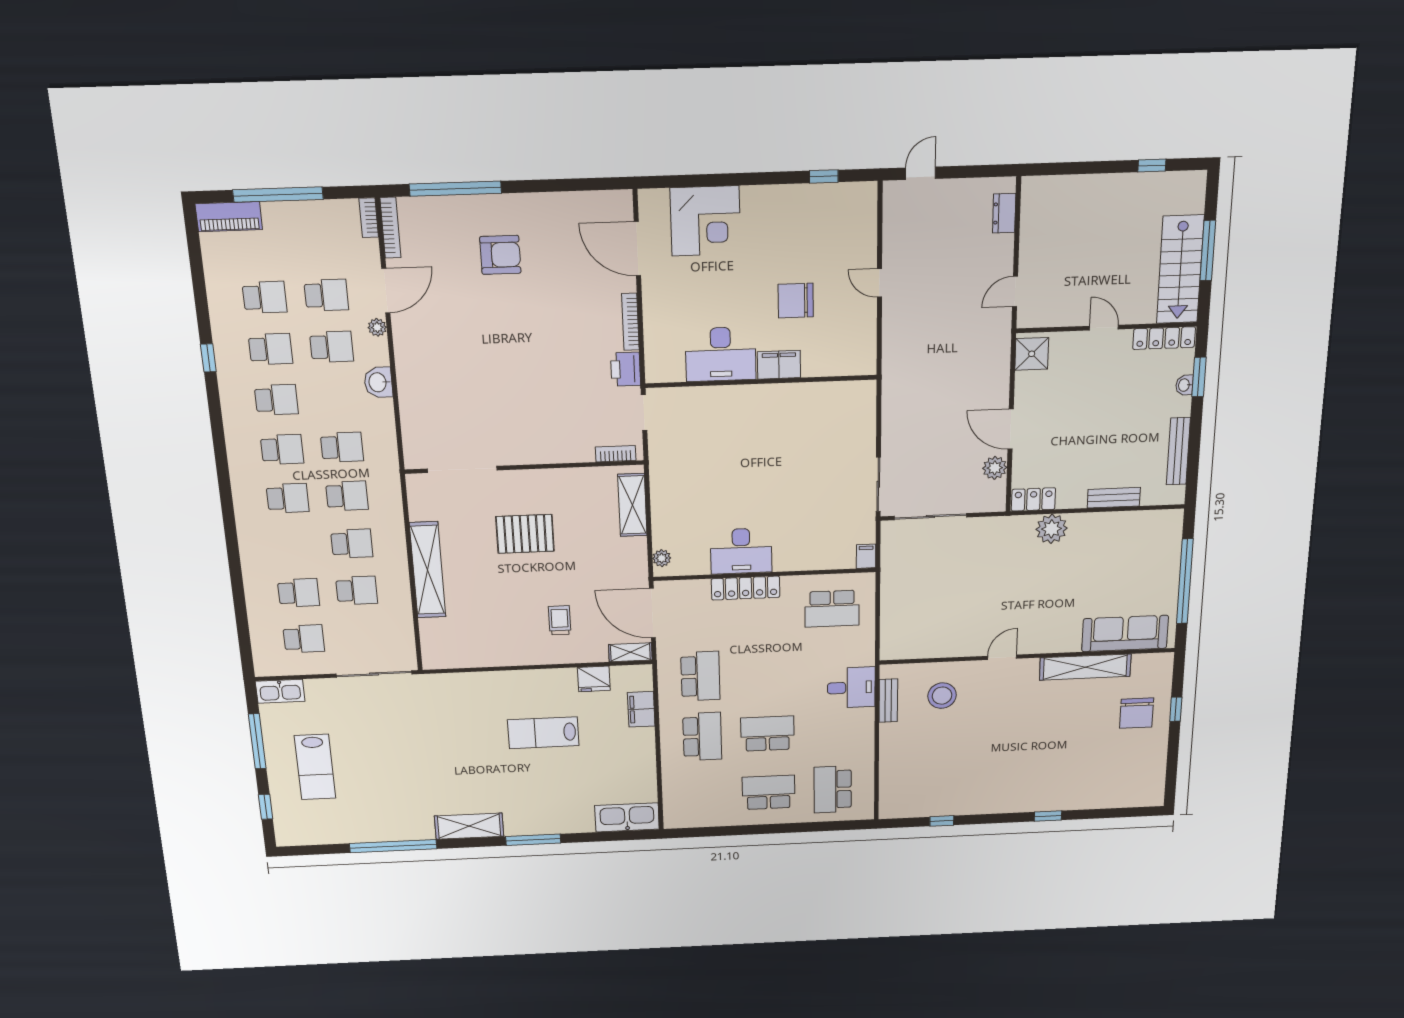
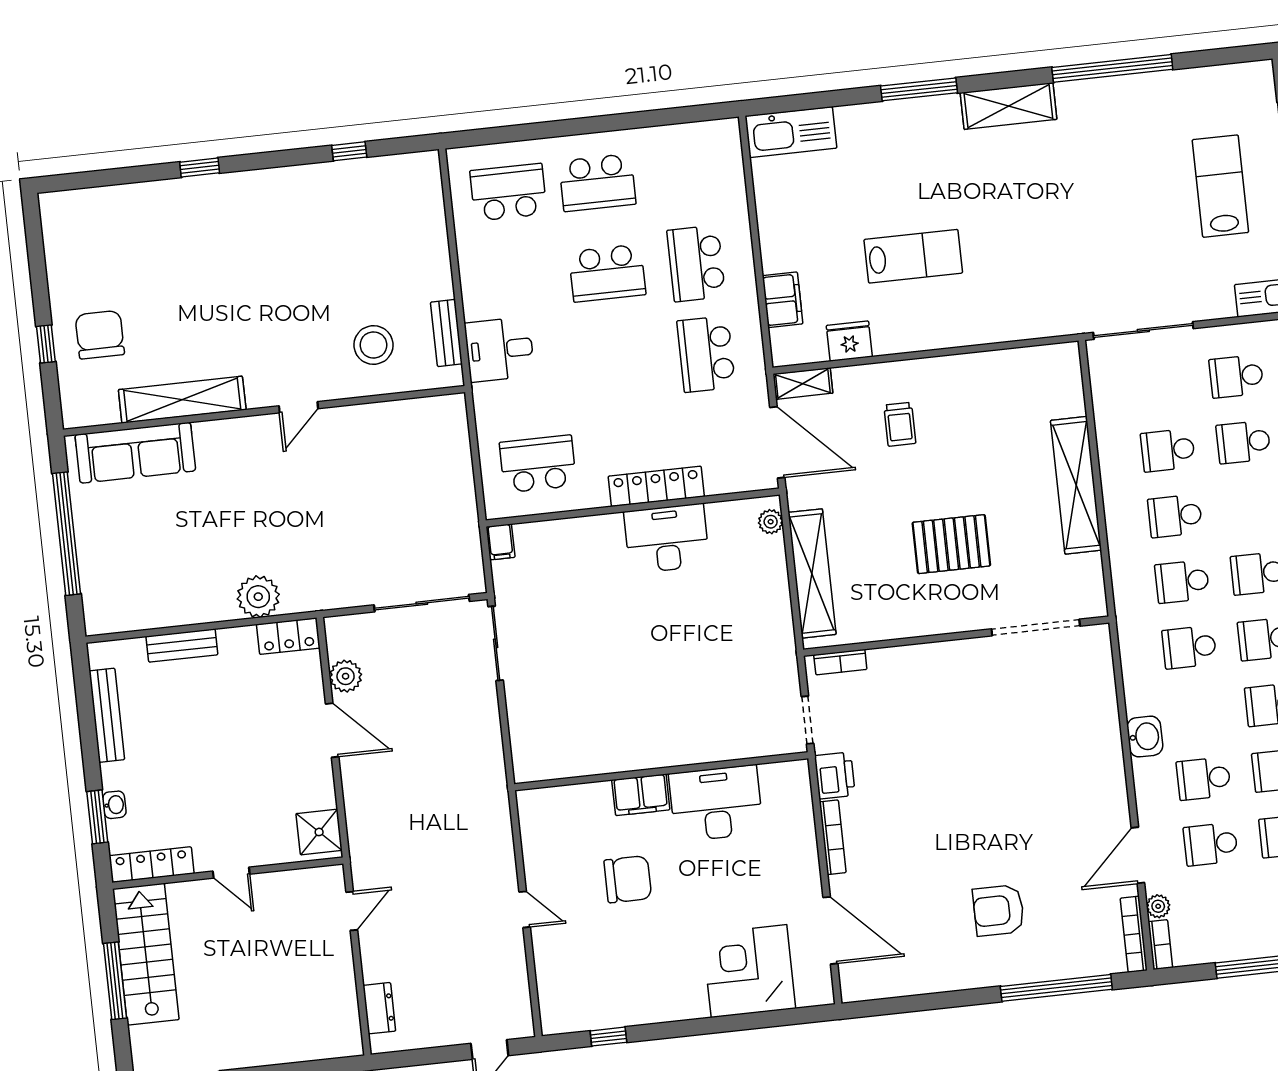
plant: (377, 327) -> (1158, 906), moved
shelving: (632, 505) -> (812, 573), width x1.47
school desk: (833, 789) -> (508, 192), turned -90

